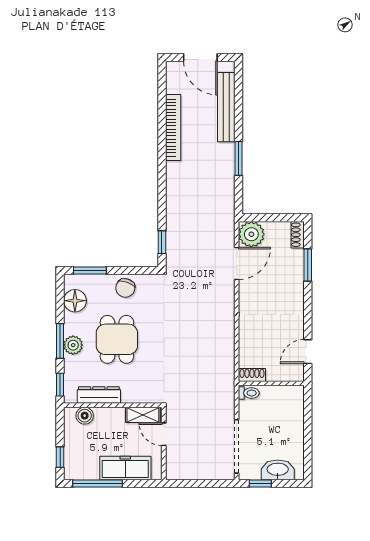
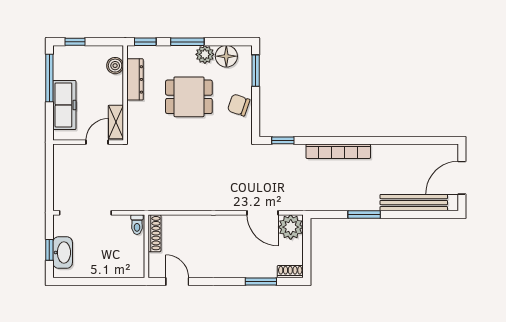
bookcase: (173, 128) -> (338, 151), moved
plant: (73, 345) -> (205, 54), moved
shoe rack: (252, 375) -> (154, 233), width x1.43
window: (260, 484) -> (49, 250), moved

